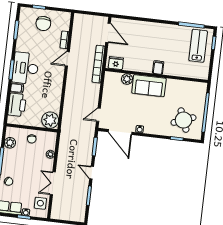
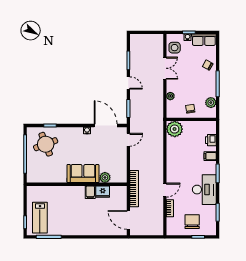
fridge: (116, 63) -> (103, 192), moved
filing cabinet: (158, 67) -> (90, 192), moved
desk: (25, 68) -> (204, 190), moved
printer: (17, 105) -> (211, 140), width x0.53, depth x0.68

